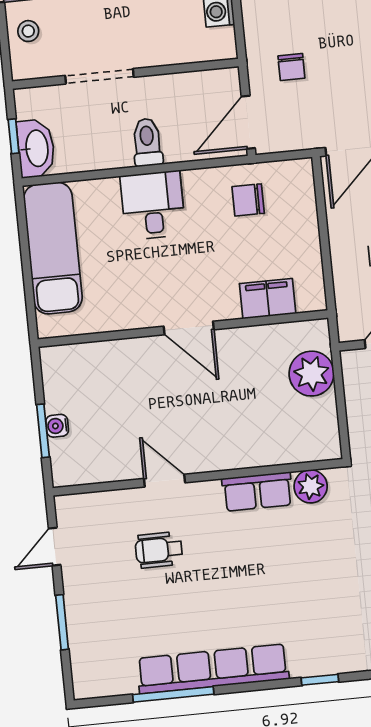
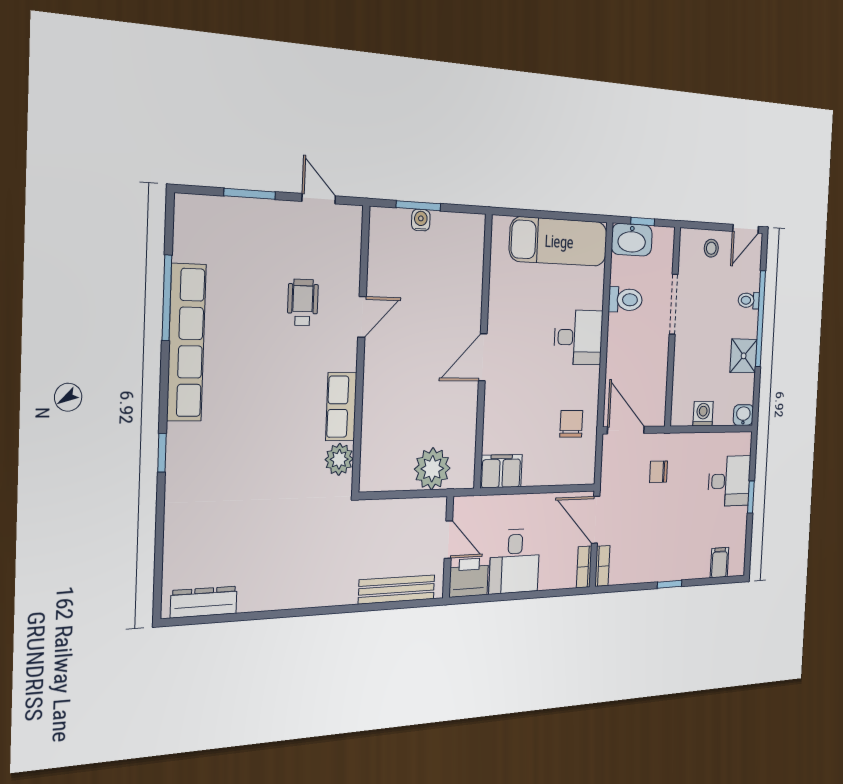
toilet: (147, 142) -> (625, 300), moved
filing cabinet: (268, 299) -> (501, 471), moved, turned -90

